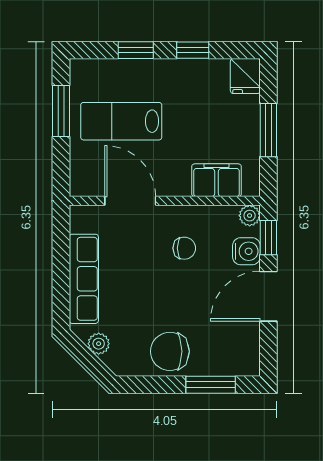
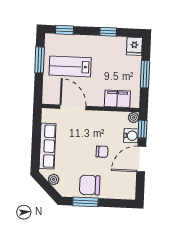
window: (136, 50) -> (64, 30), moved
chair: (184, 248) -> (102, 152), moved
window: (211, 385) -> (85, 202), moved

